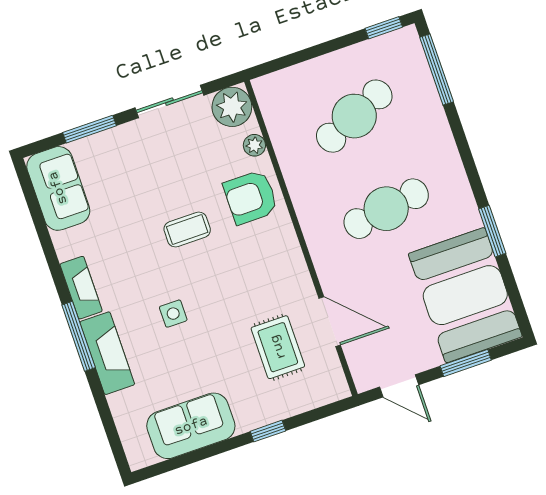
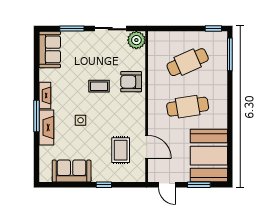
plant: (254, 145) -> (140, 60), removed
window: (492, 231) -> (230, 132), removed

